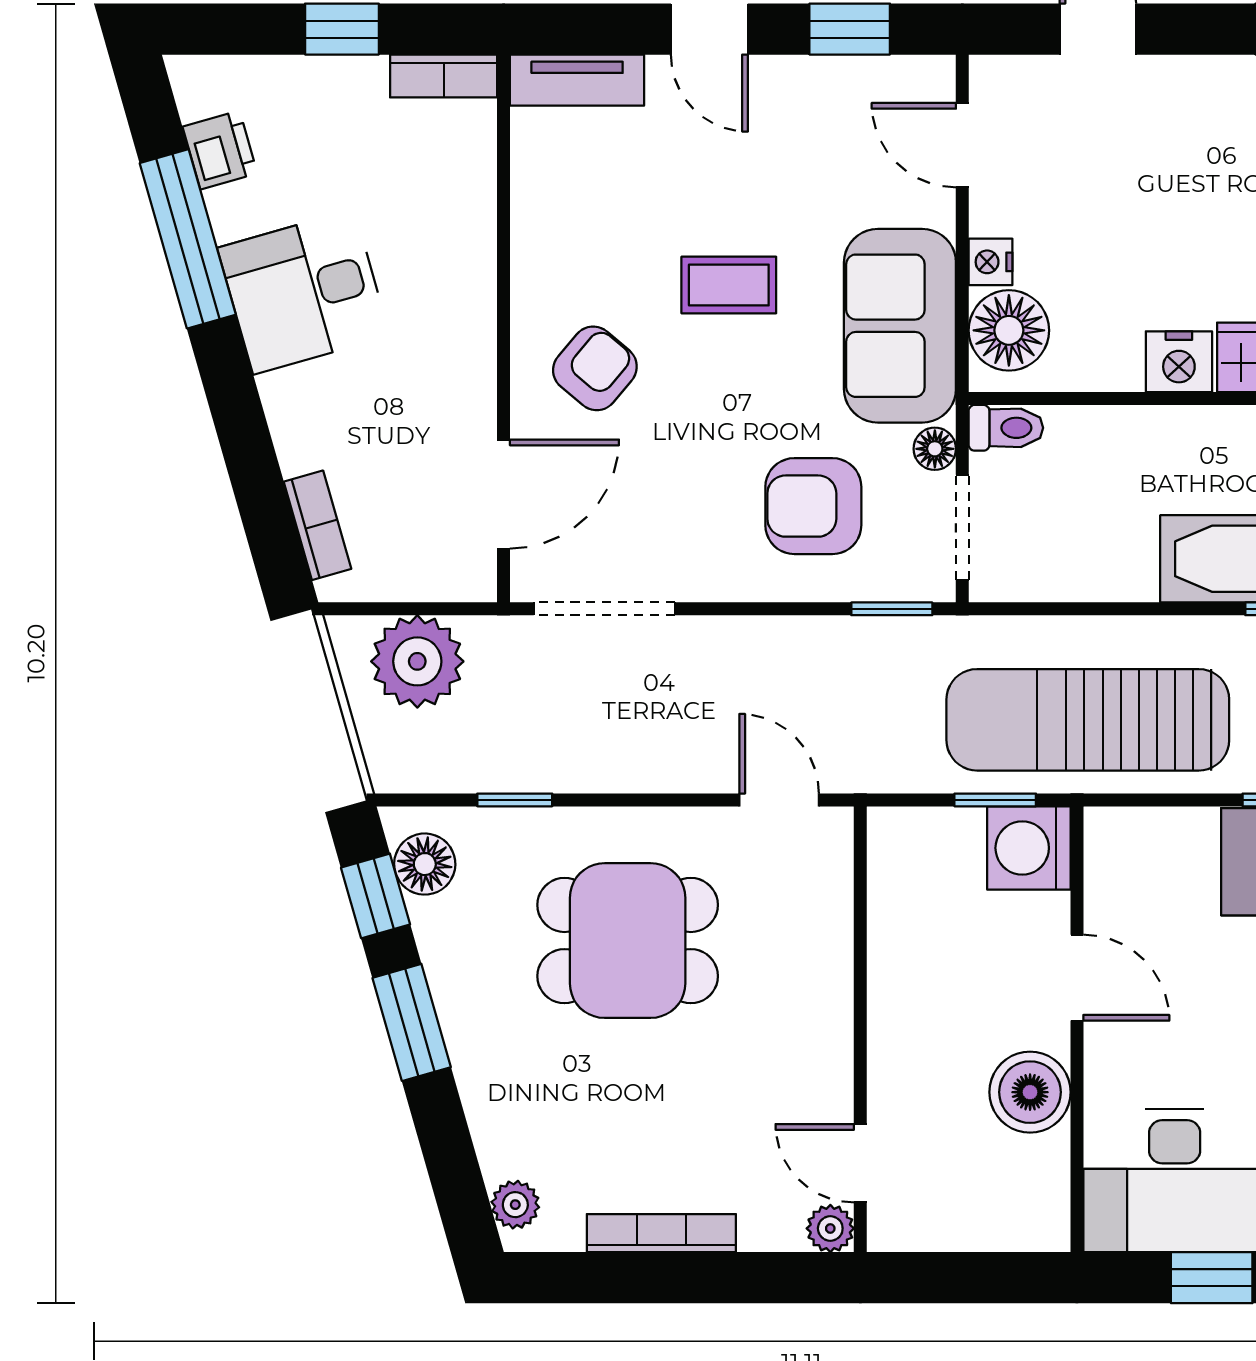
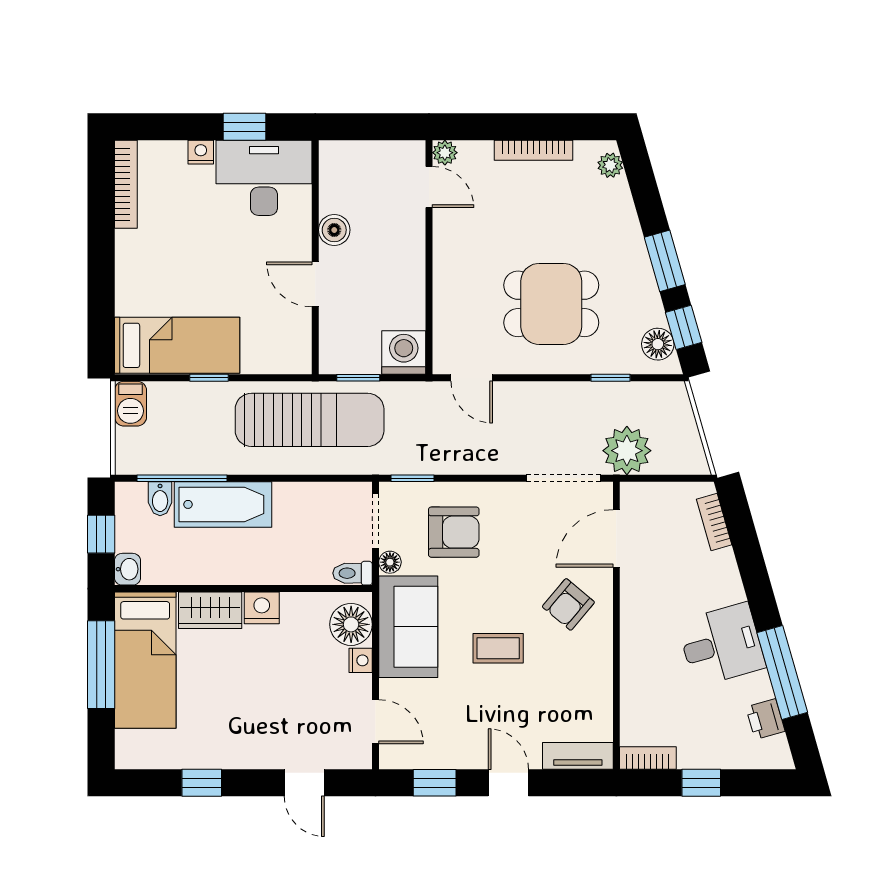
plant: (417, 661) -> (627, 451), moved
washing machine: (1029, 848) -> (404, 353), moved, turned -90
boiler: (1030, 1092) -> (334, 230), width x0.73, depth x0.73

